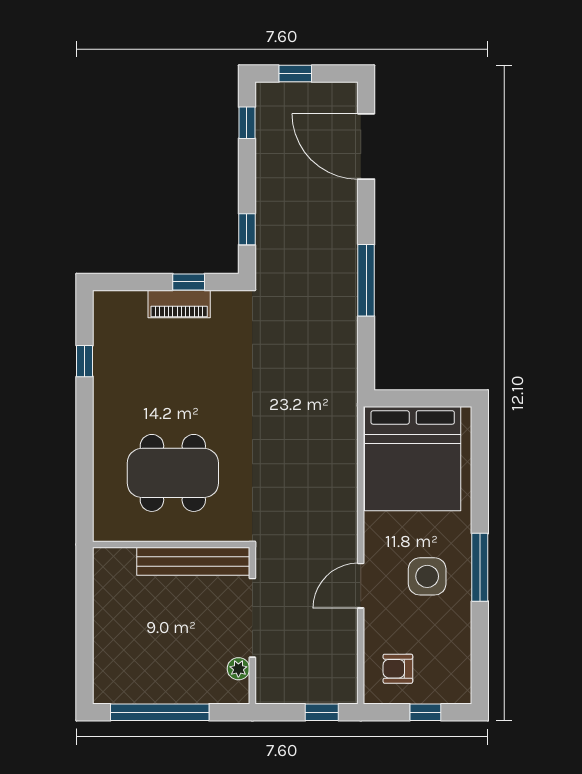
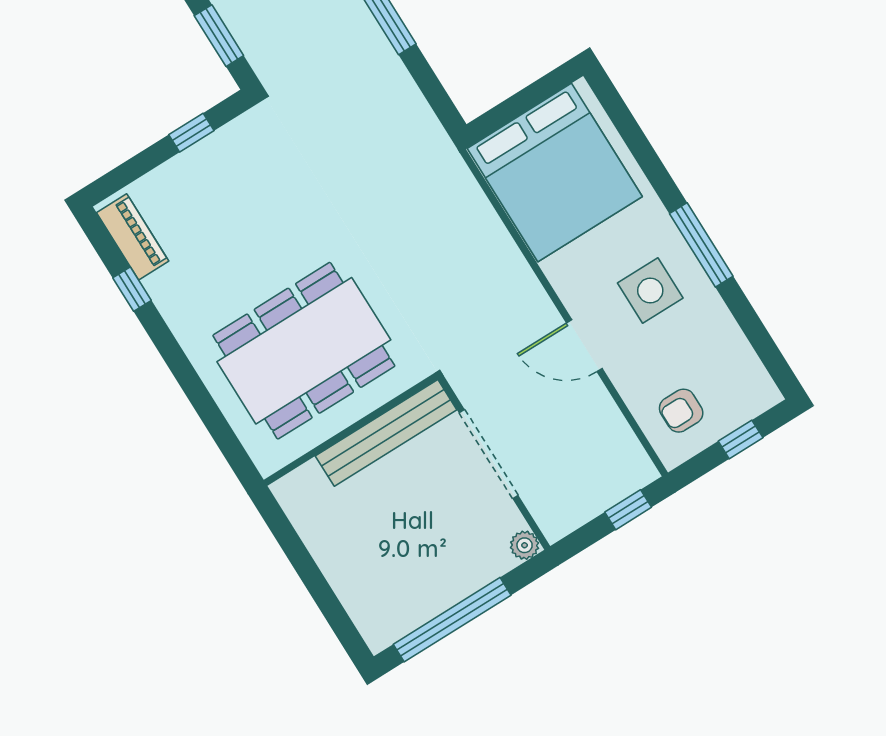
window: (247, 229) -> (219, 36), width x1.50
piano: (179, 304) -> (133, 237), moved, turned -90
dining table: (173, 473) -> (304, 351), width x1.36, depth x1.24
door: (361, 586) -> (584, 346), hinge flipped
plant: (238, 669) -> (525, 545), moved

